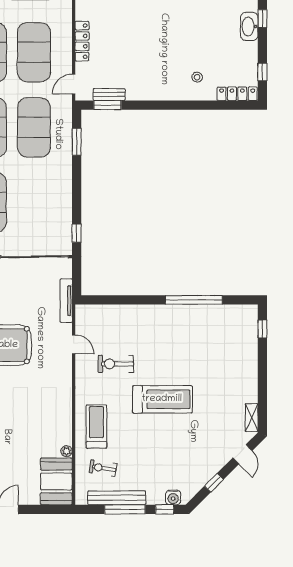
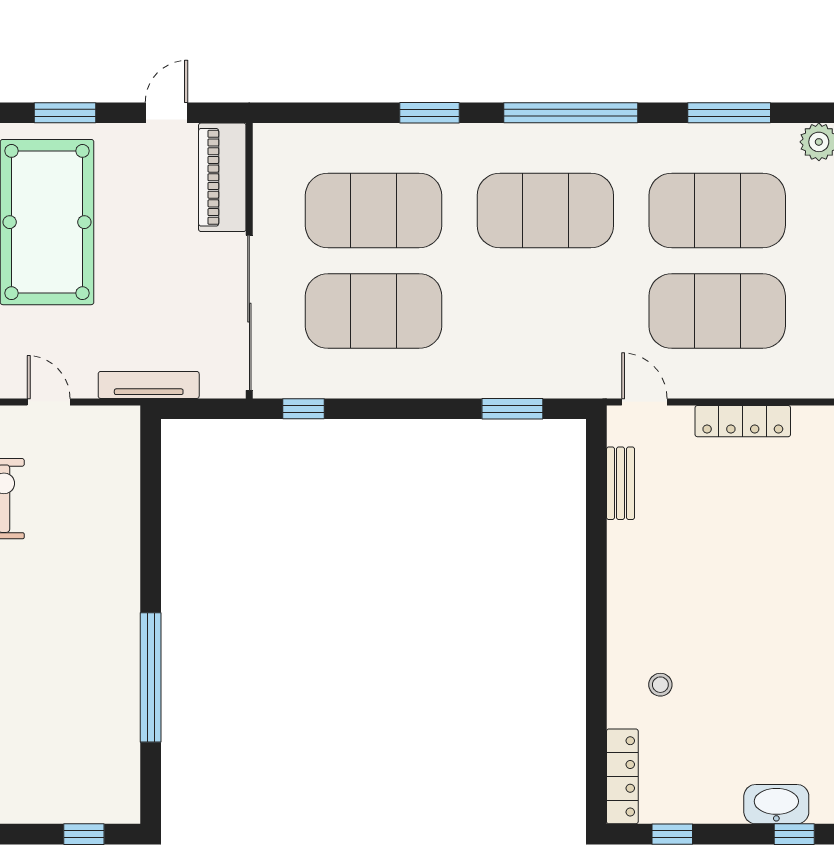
window: (107, 105) -> (596, 479), removed
exercise mat: (34, 127) -> (373, 311), moved
door: (74, 344) -> (49, 402), swing flipped

